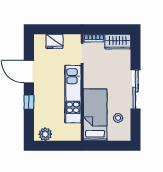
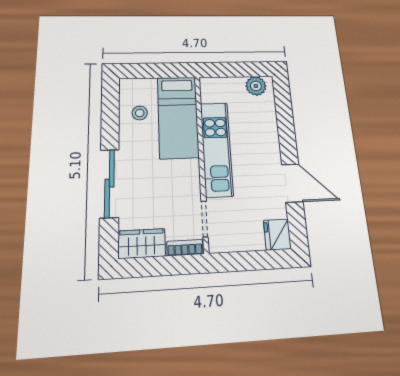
fridge: (54, 41) -> (277, 235), moved, turned -90
sliding door: (135, 90) -> (109, 183), moved
window: (29, 102) -> (287, 134), removed

